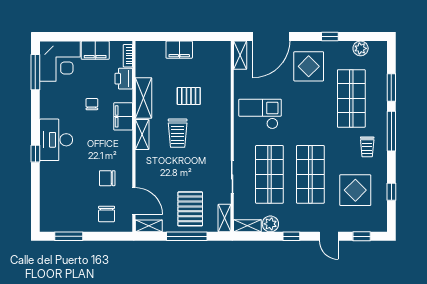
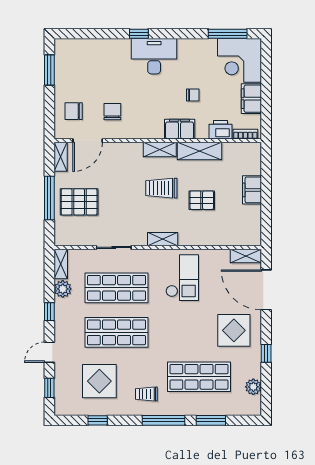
pallet: (189, 96) -> (202, 200), turned 90
shelving: (225, 218) -> (163, 239), moved

